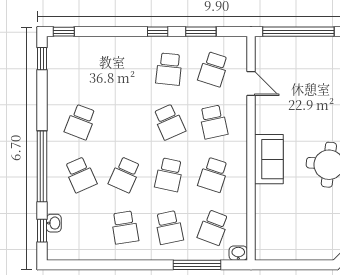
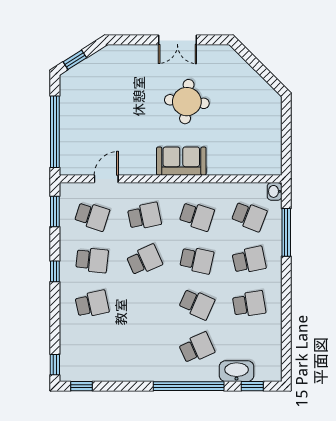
window: (201, 32) -> (55, 211), moved
school desk: (80, 122) -> (92, 304), moved, turned -33
washbasin: (54, 223) -> (237, 371), width x1.91, depth x1.45

